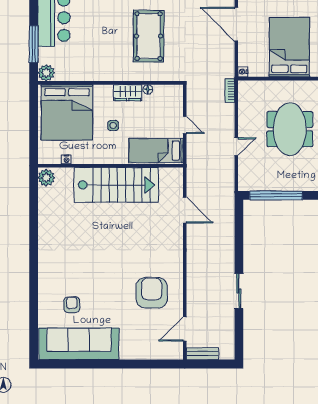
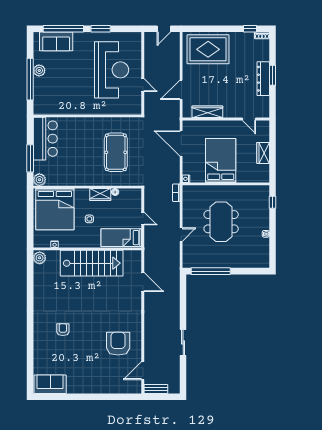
armchair: (72, 305) -> (63, 330), moved
sofa: (79, 344) -> (50, 384), width x0.54, depth x0.79

